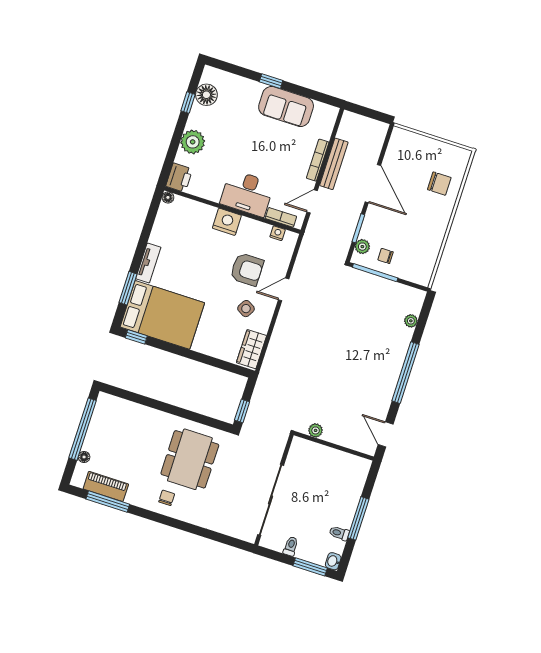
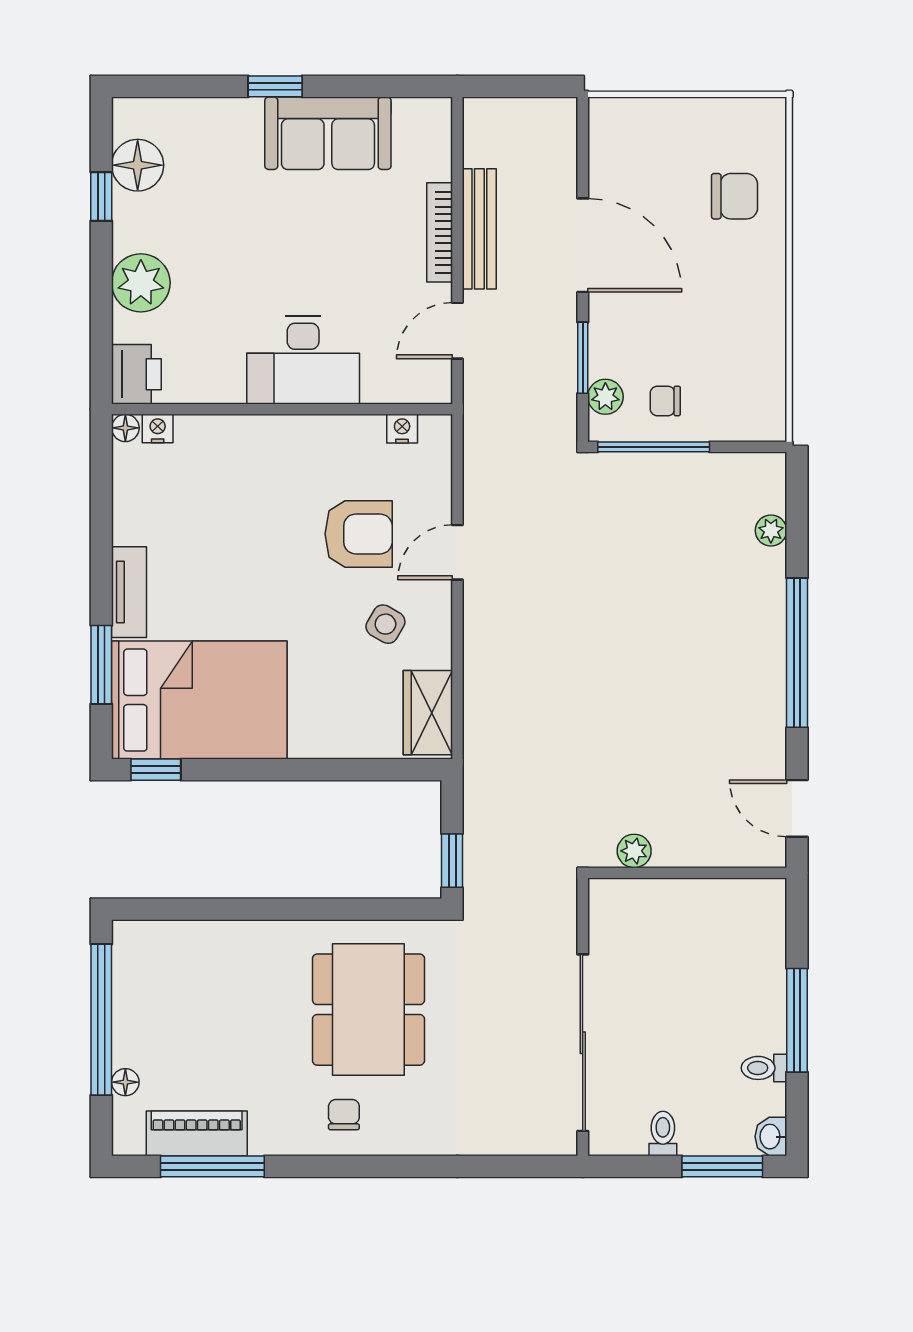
bookcase: (281, 217) -> (398, 390), removed
nightstand: (227, 222) -> (158, 429), moved, width x0.53, depth x0.56

